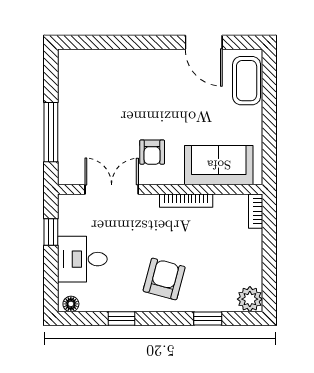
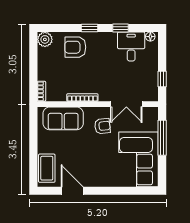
corner sofa: (91, 96) -> (139, 159), added
armchair: (152, 152) -> (102, 126), turned 84
desk: (82, 259) -> (131, 46), moved, turned -90
armchair: (164, 279) -> (75, 47), moved, turned 75
window: (208, 319) -> (89, 28), moved

